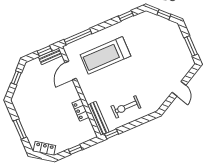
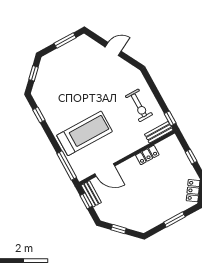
treadmill: (105, 55) -> (85, 133), turned -90
bench: (98, 118) -> (159, 132), width x0.73

